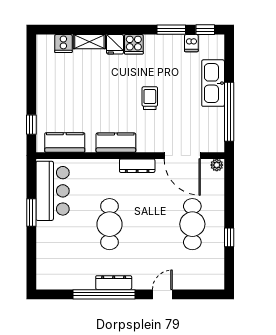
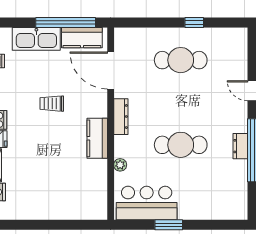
window: (31, 125) -> (79, 225), removed
kitchen counter: (65, 142) -> (82, 38), moved, turned -90
door: (182, 156) -> (111, 70), swing flipped
plant: (217, 165) -> (120, 165), moved
dresser: (114, 283) -> (240, 146), width x0.70

